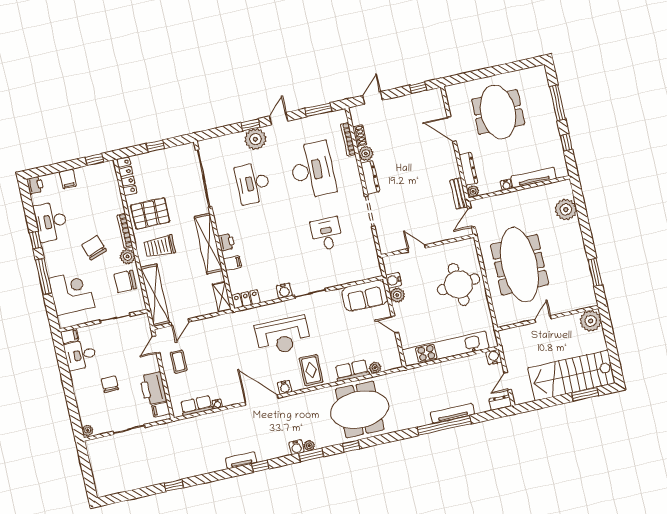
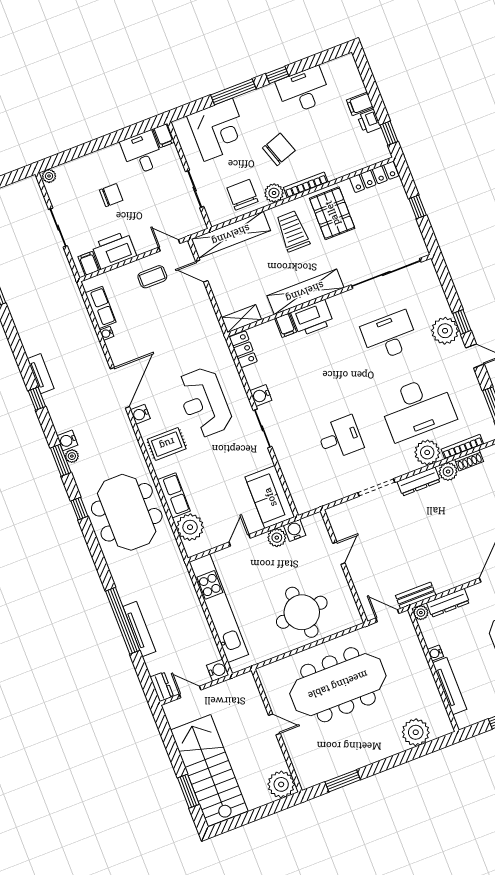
plant: (348, 167) -> (427, 452), added
printer: (35, 185) -> (369, 122), moved, turned 90
printer: (226, 242) -> (312, 318), width x1.87, depth x1.48
plant: (375, 368) -> (190, 527), width x1.87, depth x1.87

